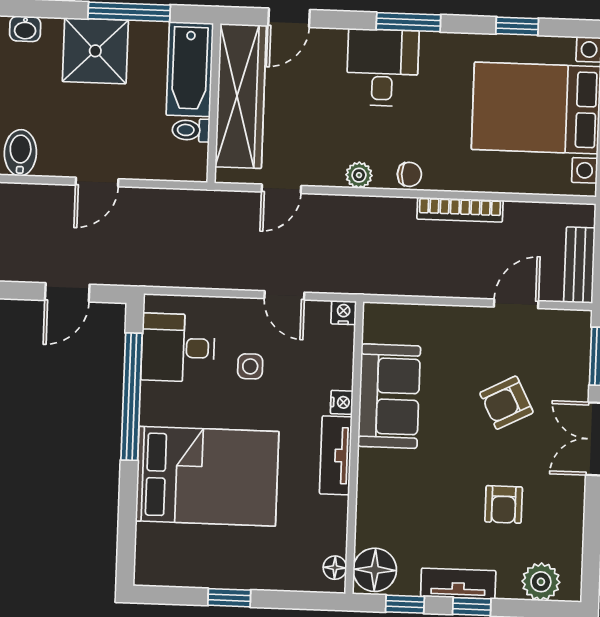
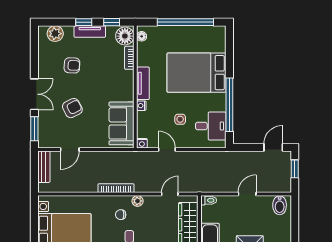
toilet: (191, 130) -> (209, 200), moved
chair: (409, 174) -> (121, 215), moved
bookcase: (460, 210) -> (116, 188), moved
door: (67, 292) -> (273, 147), moved
sofa: (389, 396) -> (122, 123), moved
armchair: (504, 504) -> (72, 65), turned 93
bookcase: (366, 517) -> (129, 58), added
window: (229, 598) -> (185, 22), width x3.17

